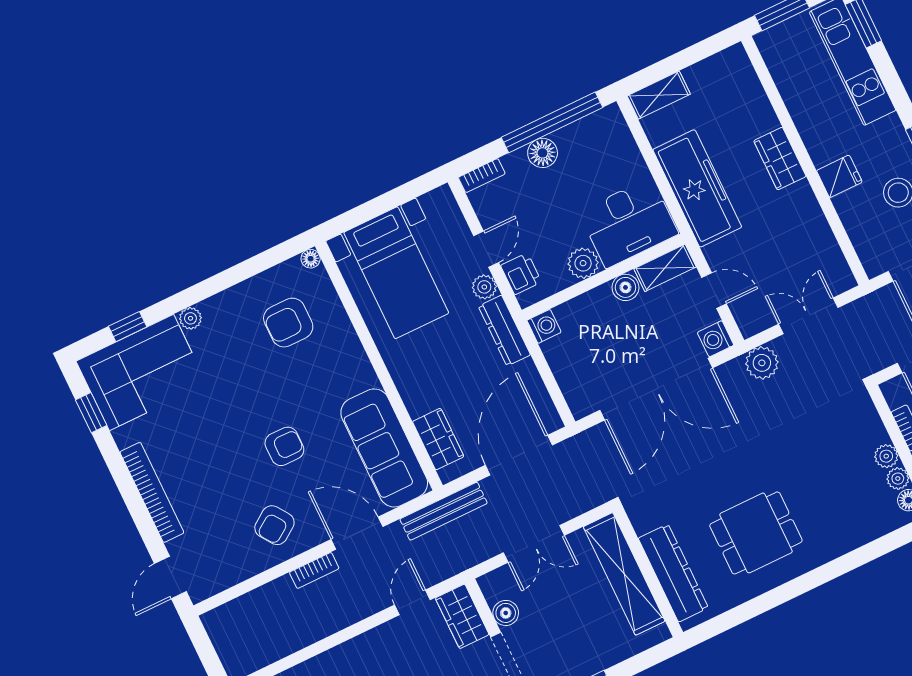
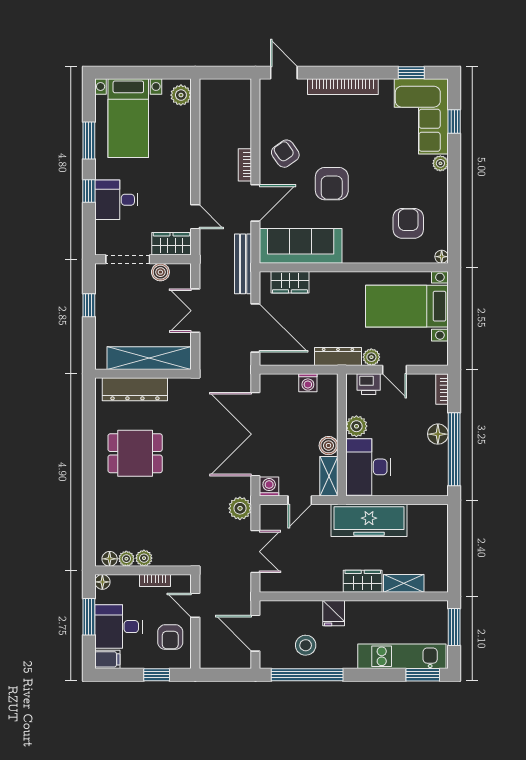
shelving: (659, 95) -> (404, 583), moved, turned 90
washing machine: (544, 326) -> (308, 383), moved
armchair: (284, 446) -> (332, 184), width x1.38, depth x1.38
dining table: (756, 533) -> (135, 453), turned 90

